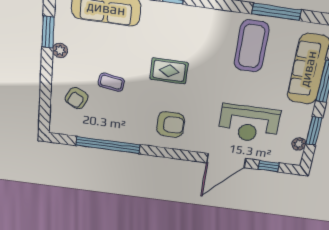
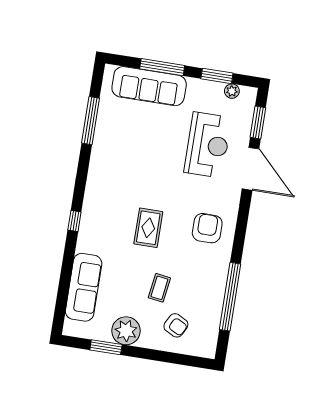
coffee table: (252, 46) -> (124, 144), removed
plant: (60, 50) -> (126, 331), width x1.87, depth x1.87
window: (269, 166) -> (258, 123), width x1.50

